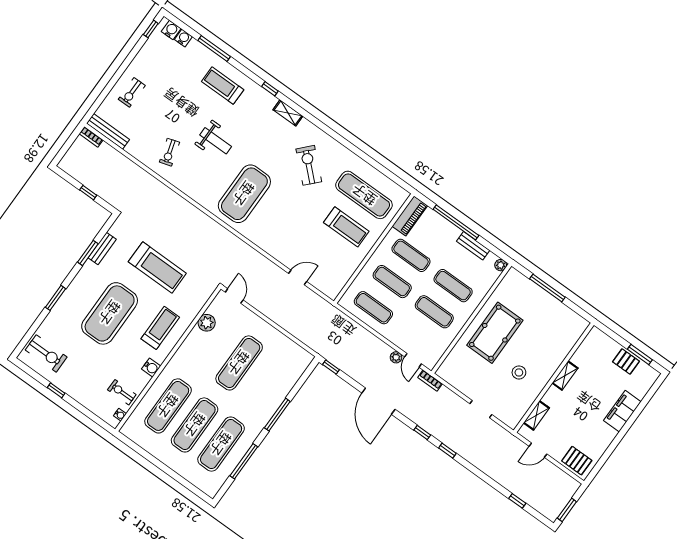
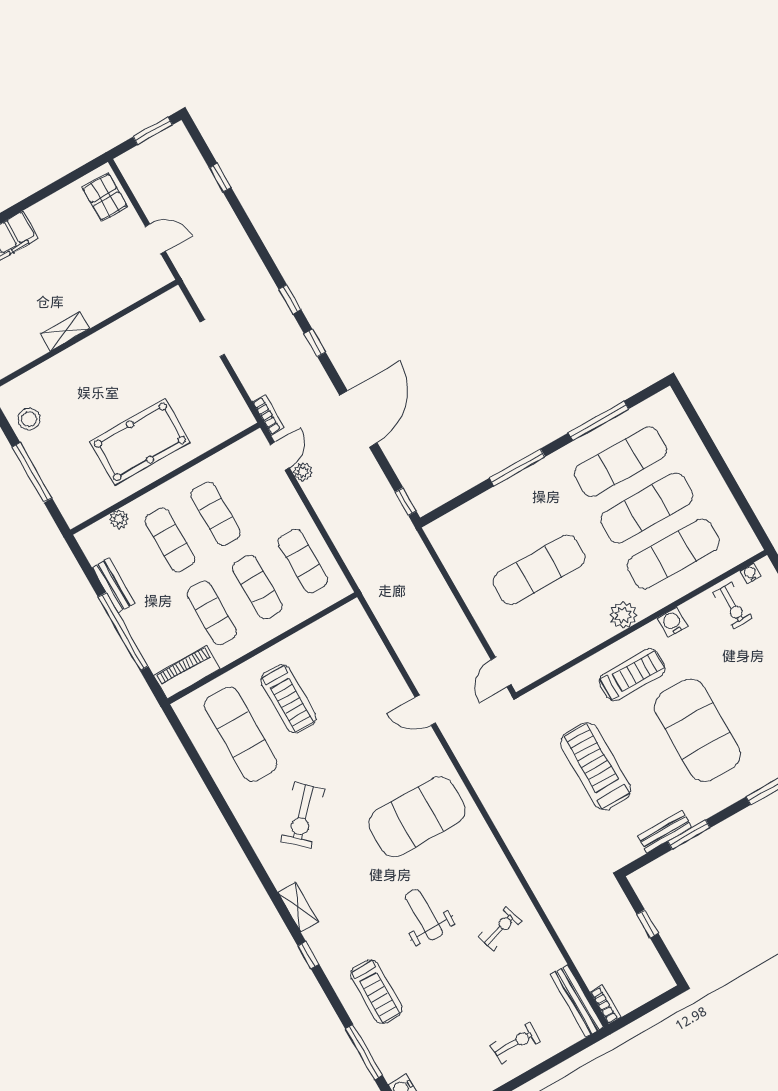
treadmill: (346, 227) -> (289, 699), turned 180
plant: (501, 265) -> (119, 519), moved
door: (298, 277) -> (425, 710), moved
exercise mat: (110, 313) -> (697, 730), turned 90
plant: (207, 323) -> (623, 615), moved
treadmill: (160, 328) -> (632, 675), turned 180
stool: (519, 372) -> (29, 419), moved
shelving: (536, 415) -> (134, 291), removed

